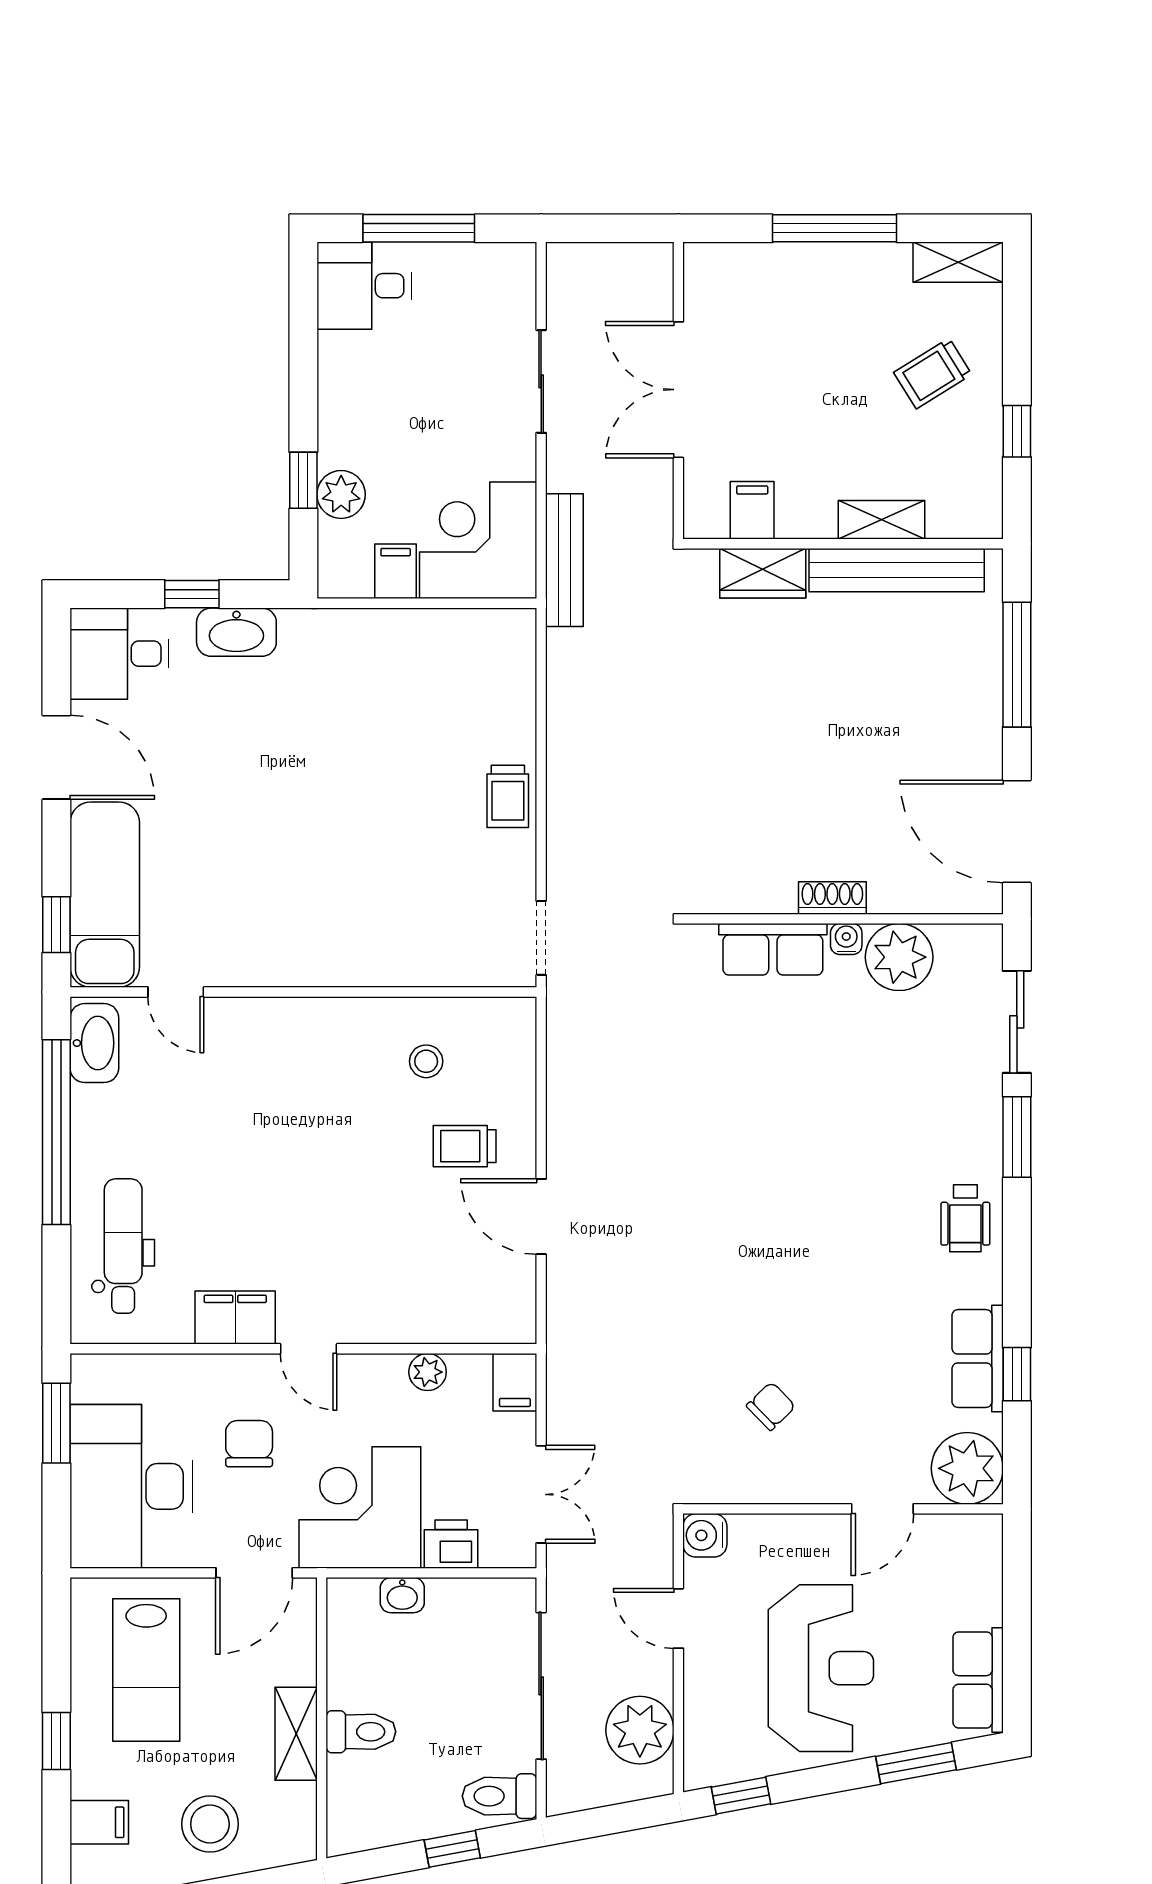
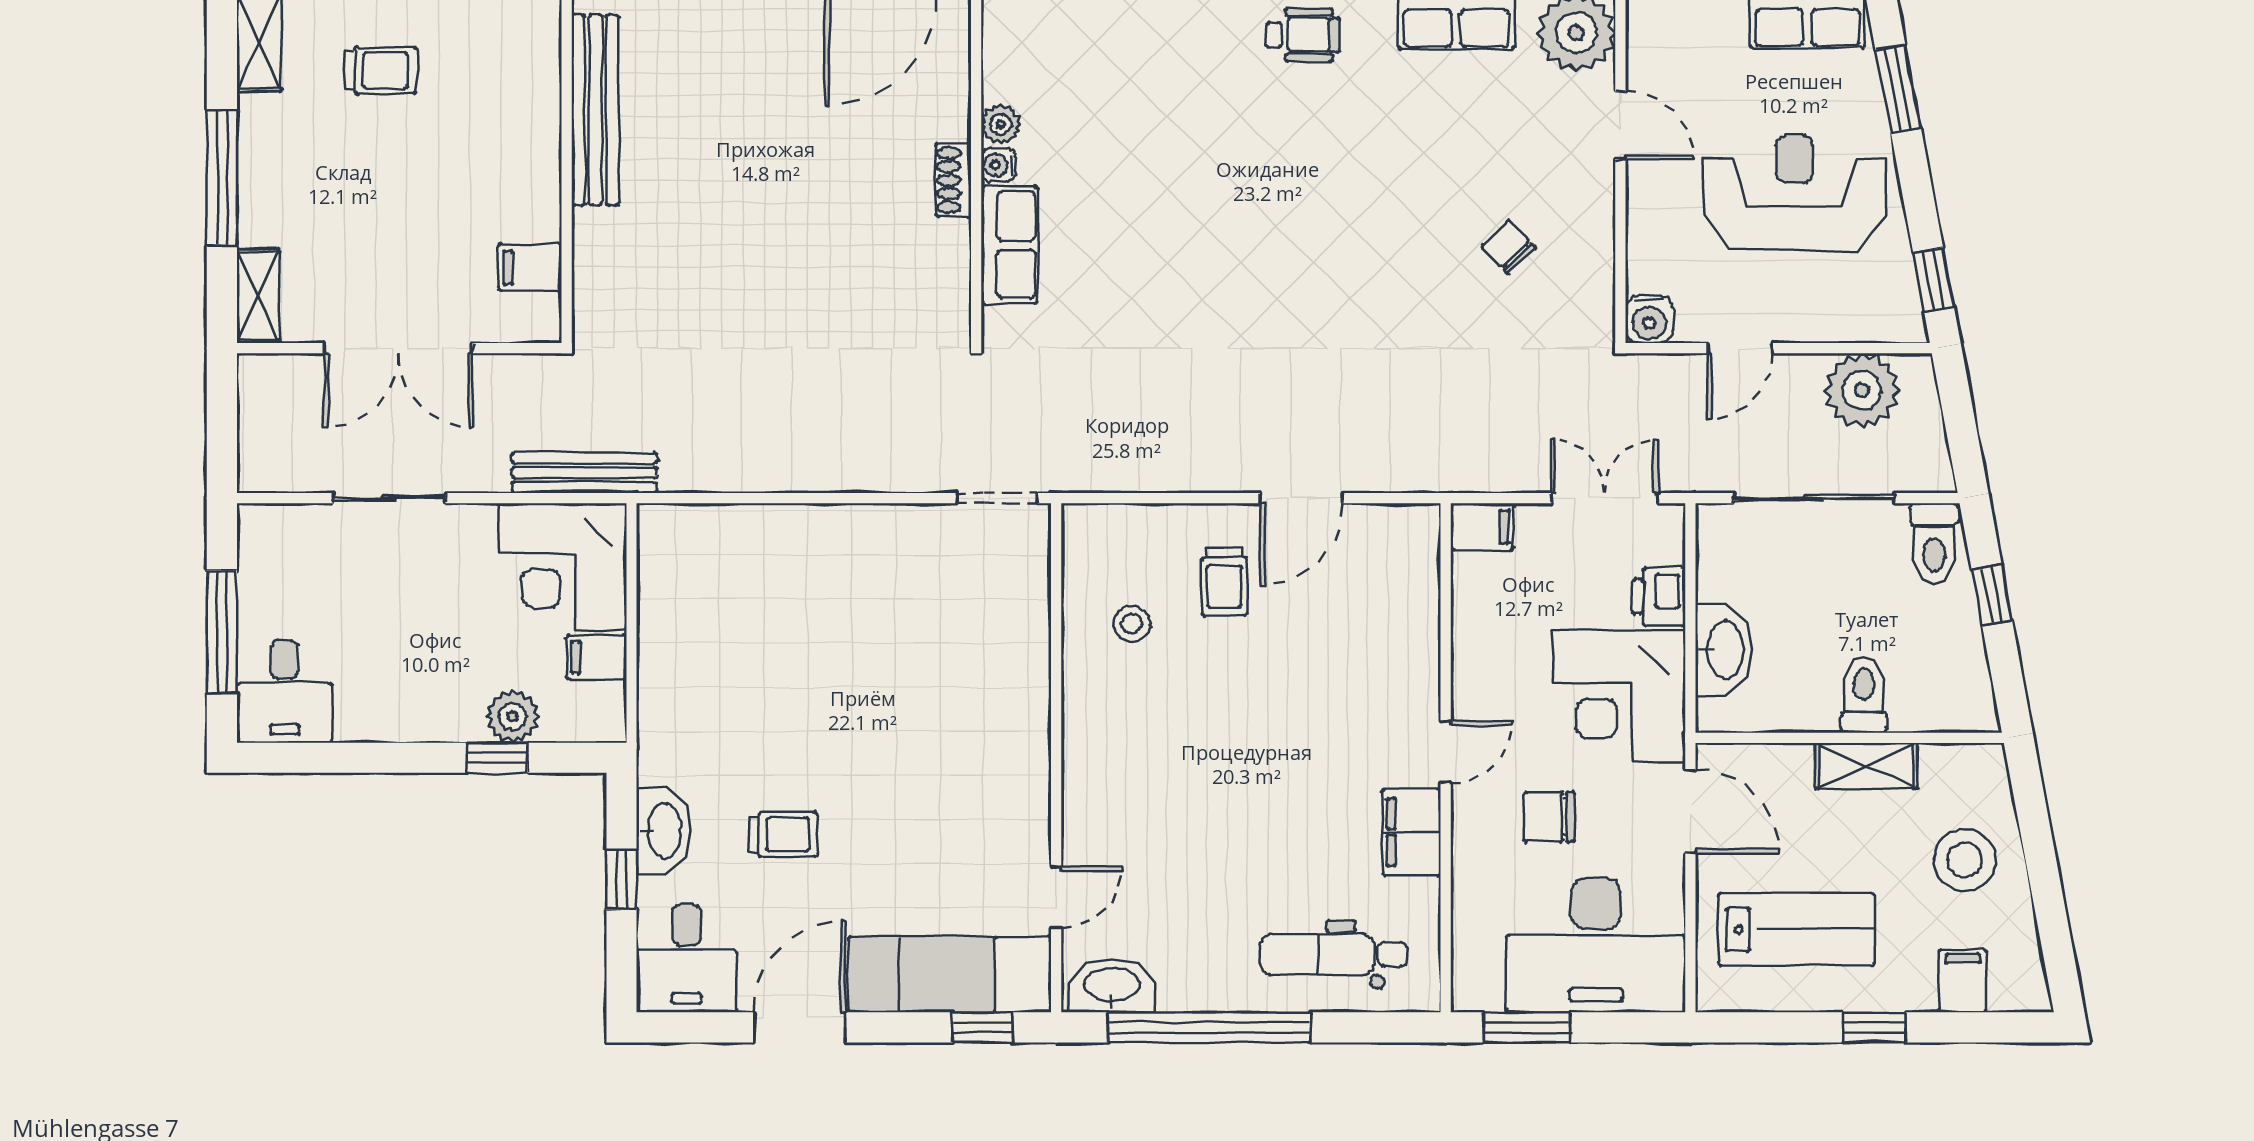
trolley: (933, 373) -> (381, 70), turned -58
shelving: (882, 520) -> (258, 296), moved
wardrobe: (763, 573) -> (599, 256), removed
trolley: (508, 796) -> (783, 834), moved
plant: (899, 957) -> (1001, 124), width x0.53, depth x0.53
plant: (428, 1372) -> (1471, 622), removed
washbasin: (402, 1595) -> (1723, 650), width x1.91, depth x1.45

